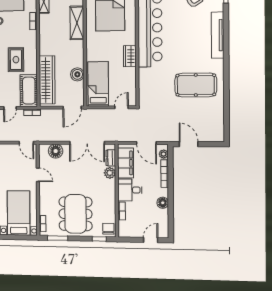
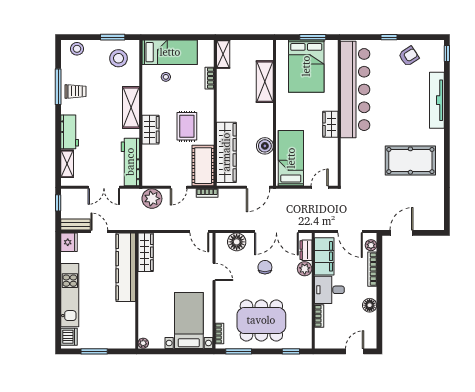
door: (189, 144) -> (401, 233), hinge flipped
dining table: (76, 214) -> (261, 320), turned 90
chair: (108, 229) -> (265, 267), moved

